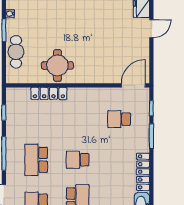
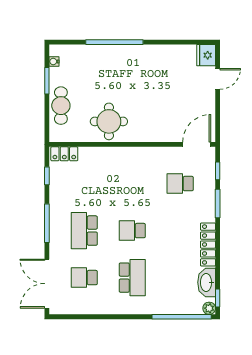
locker: (49, 93) -> (64, 154), moved, width x0.66

